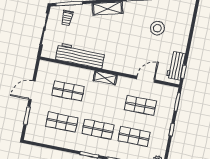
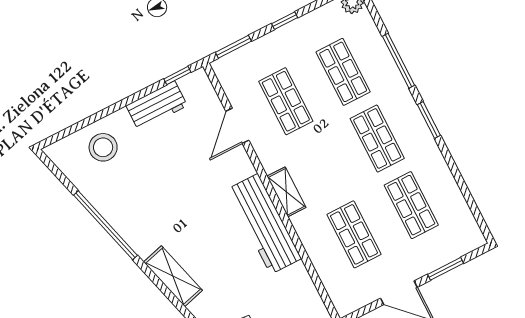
stool: (157, 28) -> (103, 147), moved
workbench: (80, 56) -> (264, 224), moved
workbench: (176, 66) -> (157, 106), moved
door: (146, 79) -> (237, 126), hinge flipped

